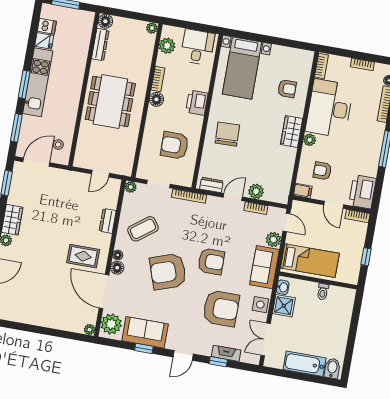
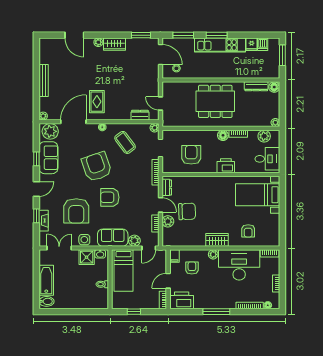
chair: (227, 134) -> (187, 211), moved
dresser: (108, 221) -> (140, 115), moved
armchair: (211, 262) -> (110, 197), turned 90
floor lamp: (117, 268) -> (93, 128), removed
bench: (43, 321) -> (44, 81), added
door: (183, 355) -> (36, 189), swing flipped

